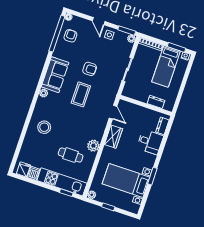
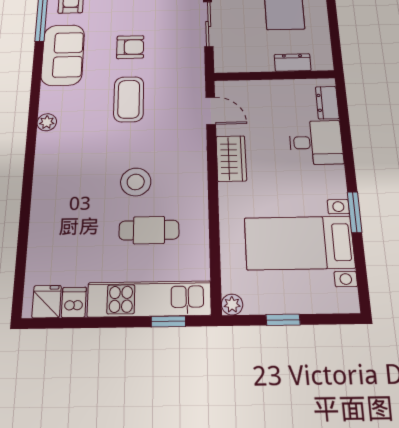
sofa: (55, 75) -> (63, 55), moved
stool: (44, 127) -> (136, 182), moved
plant: (93, 146) -> (194, 192), removed

